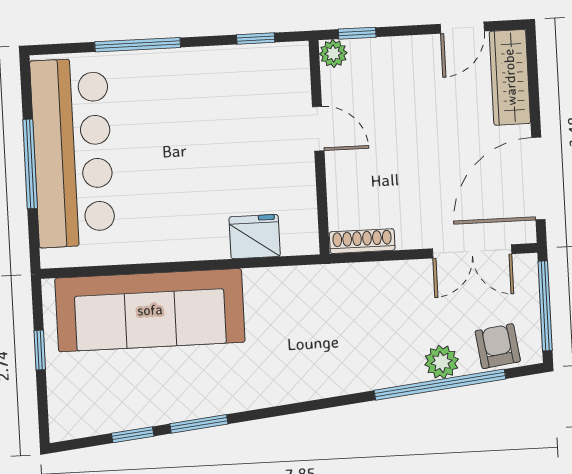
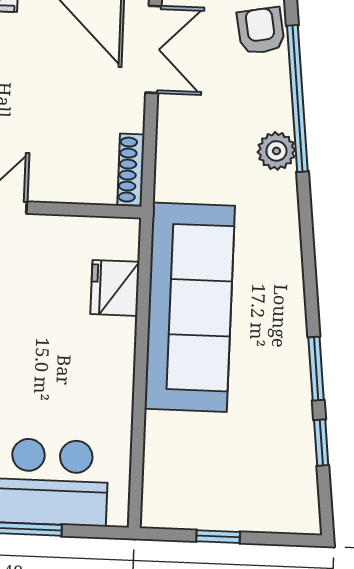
sofa: (150, 310) -> (190, 307), moved
armchair: (498, 346) -> (261, 31), turned 88
plant: (442, 362) -> (276, 151), moved

